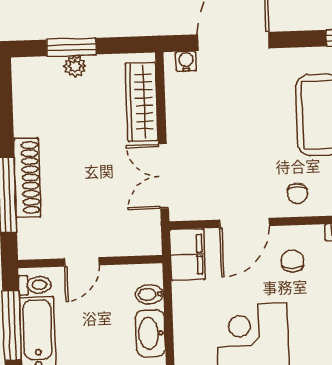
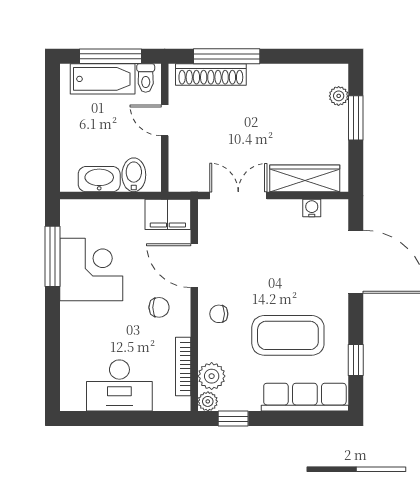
water cooler: (186, 61) -> (312, 208), moved, turned -90
plant: (75, 66) -> (339, 96), moved
shoe rack: (27, 178) -> (211, 75), moved
bidet: (149, 294) -> (134, 175), width x1.38, depth x1.36

